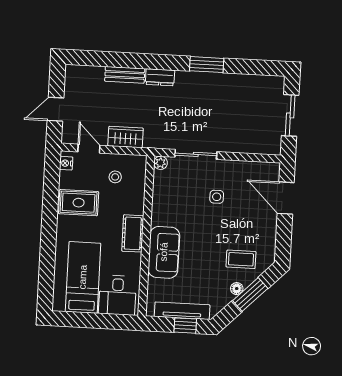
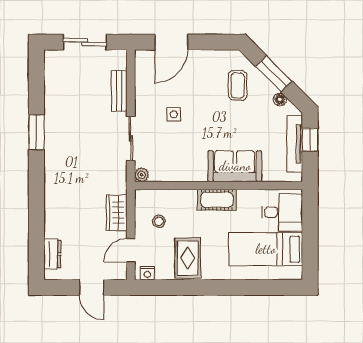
bench: (125, 75) -> (119, 91), moved
dresser: (160, 77) -> (52, 254), moved
floor lamp: (237, 289) -> (280, 99), moved

